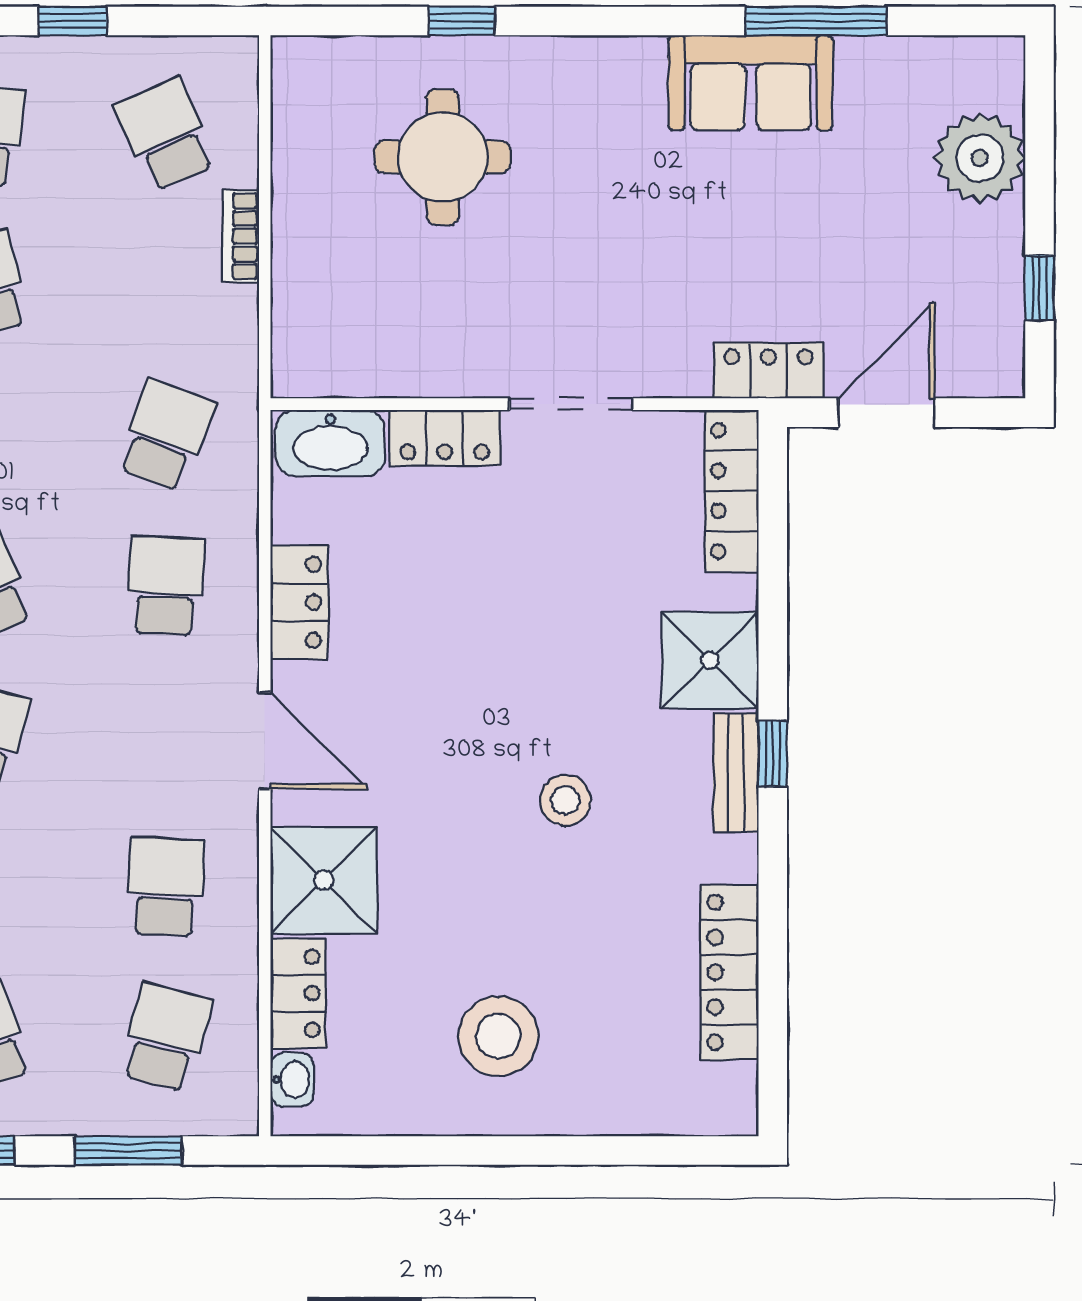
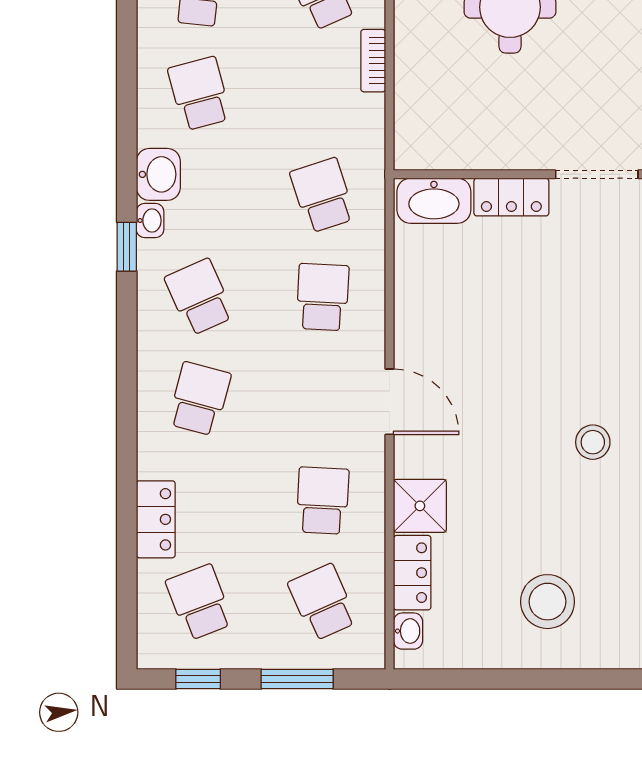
school desk: (166, 435) -> (323, 195), turned -39
locker: (299, 602) -> (413, 308), removed
shower: (324, 880) -> (420, 506), width x0.73, depth x0.73
school desk: (166, 1037) -> (323, 602), turned -39

